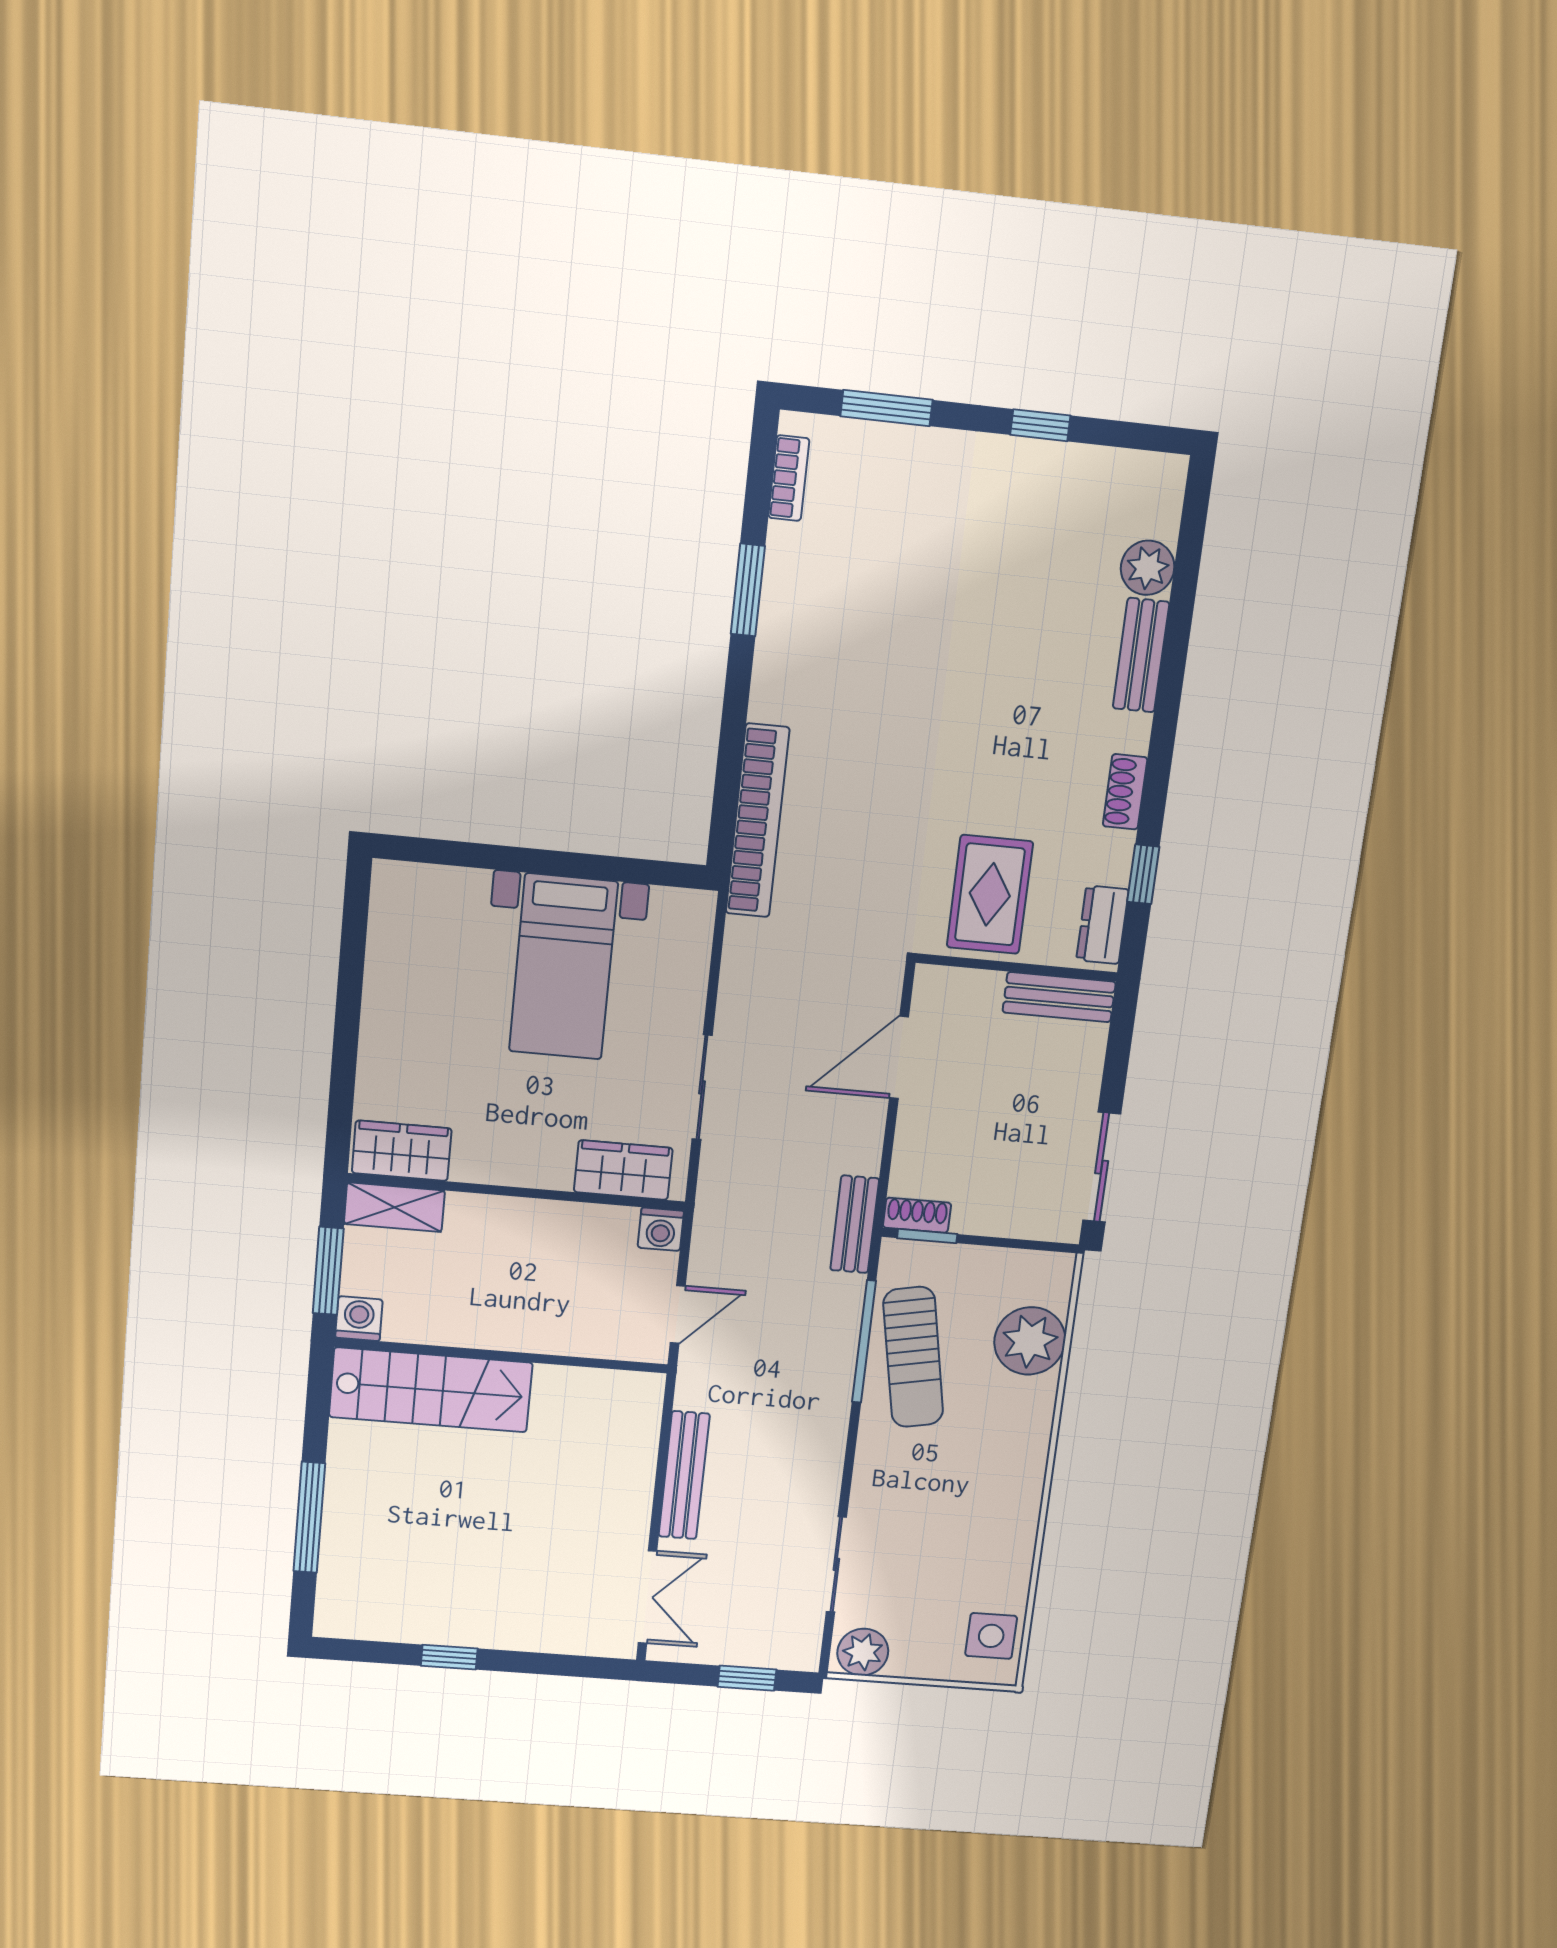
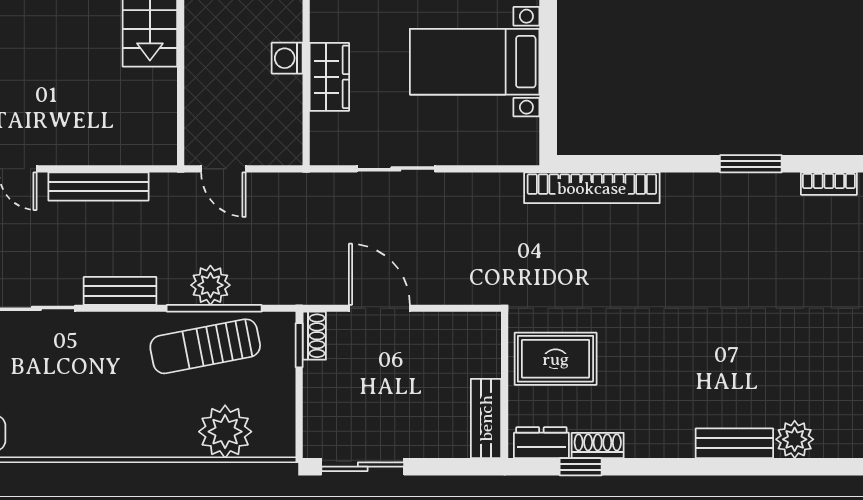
shoe rack: (1125, 792) -> (598, 445), moved
door: (899, 1058) -> (379, 308), moved
wardrobe: (623, 1170) -> (329, 77), moved
bench: (855, 1224) -> (120, 291), moved
washing machine: (661, 1229) -> (287, 58), moved
plant: (832, 1344) -> (210, 285), added

